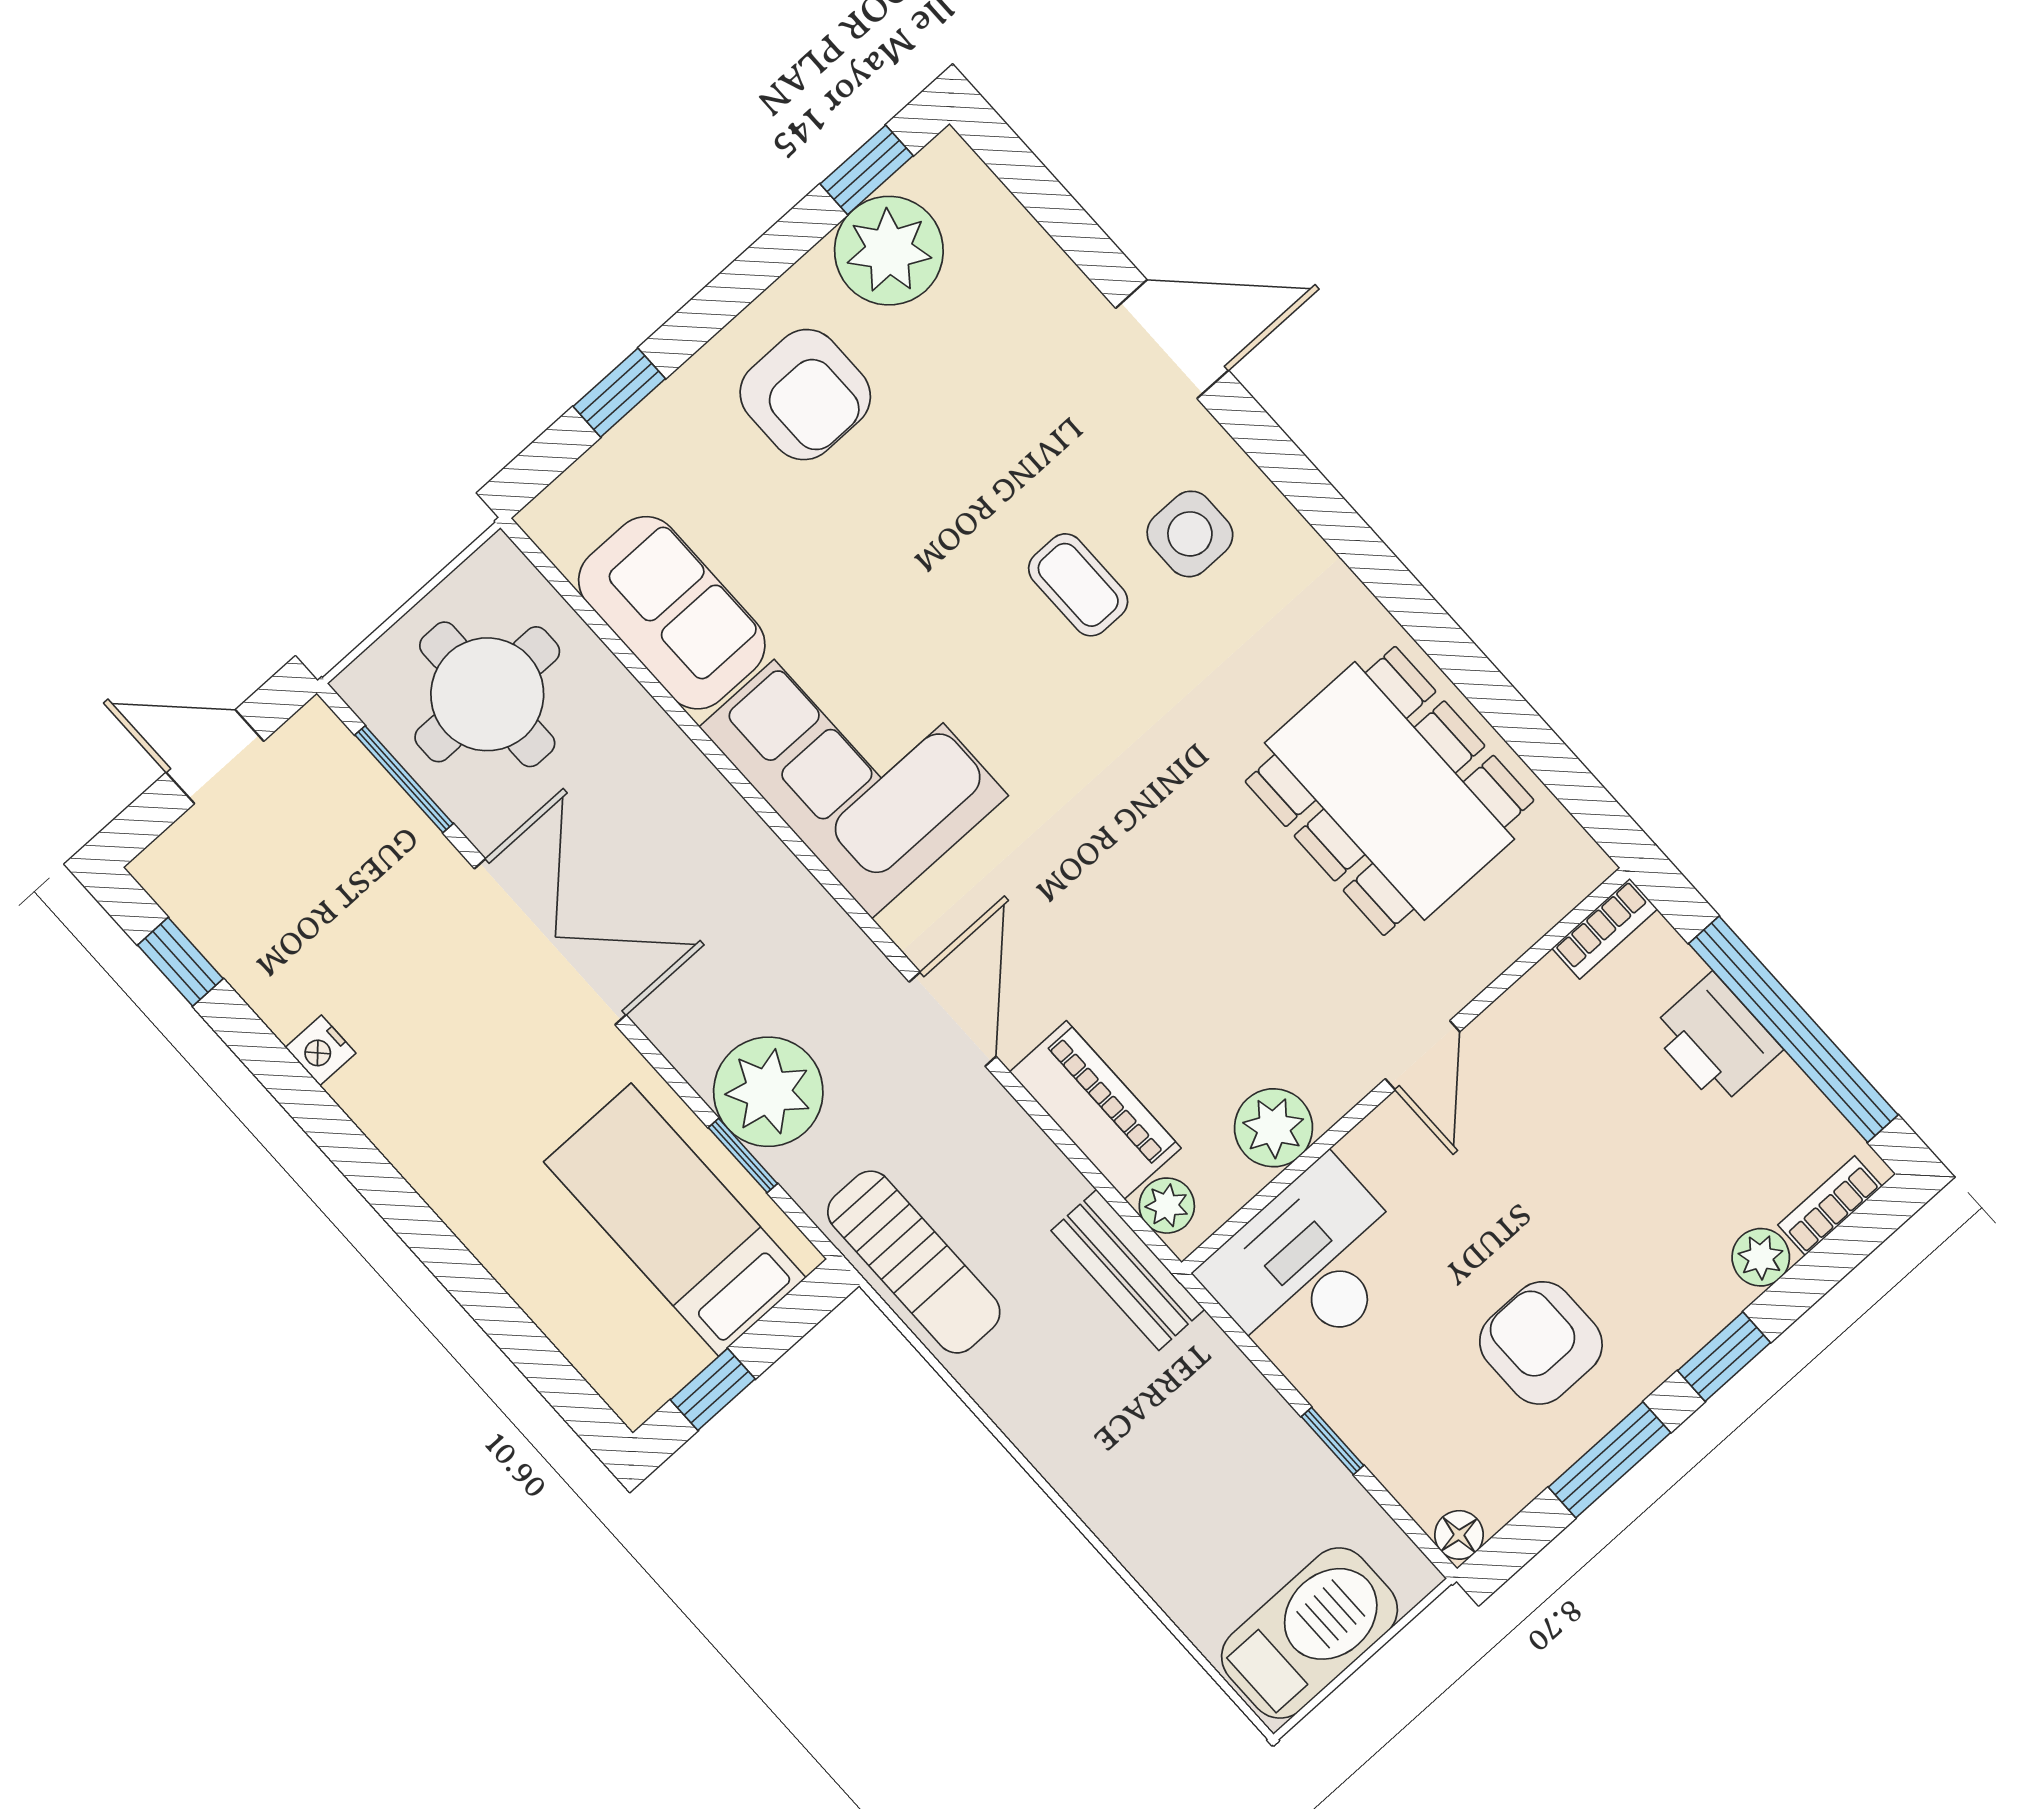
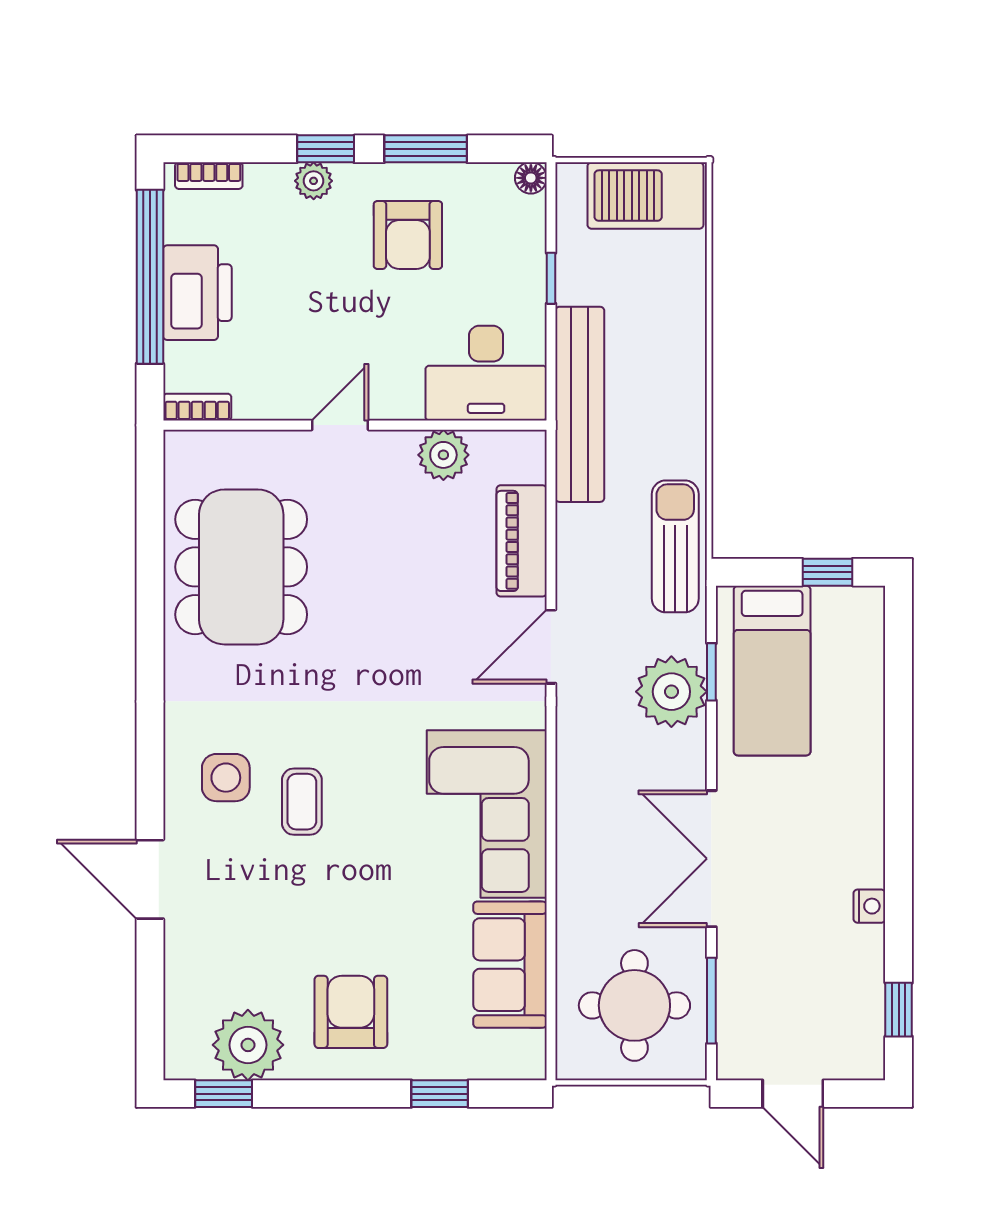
printer: (1716, 1039) -> (197, 293), width x1.37, depth x1.19
plant: (1167, 1206) -> (529, 464), removed
plant: (1761, 1257) -> (314, 181), moved
bench: (1128, 1270) -> (580, 404), width x1.86, depth x1.21

